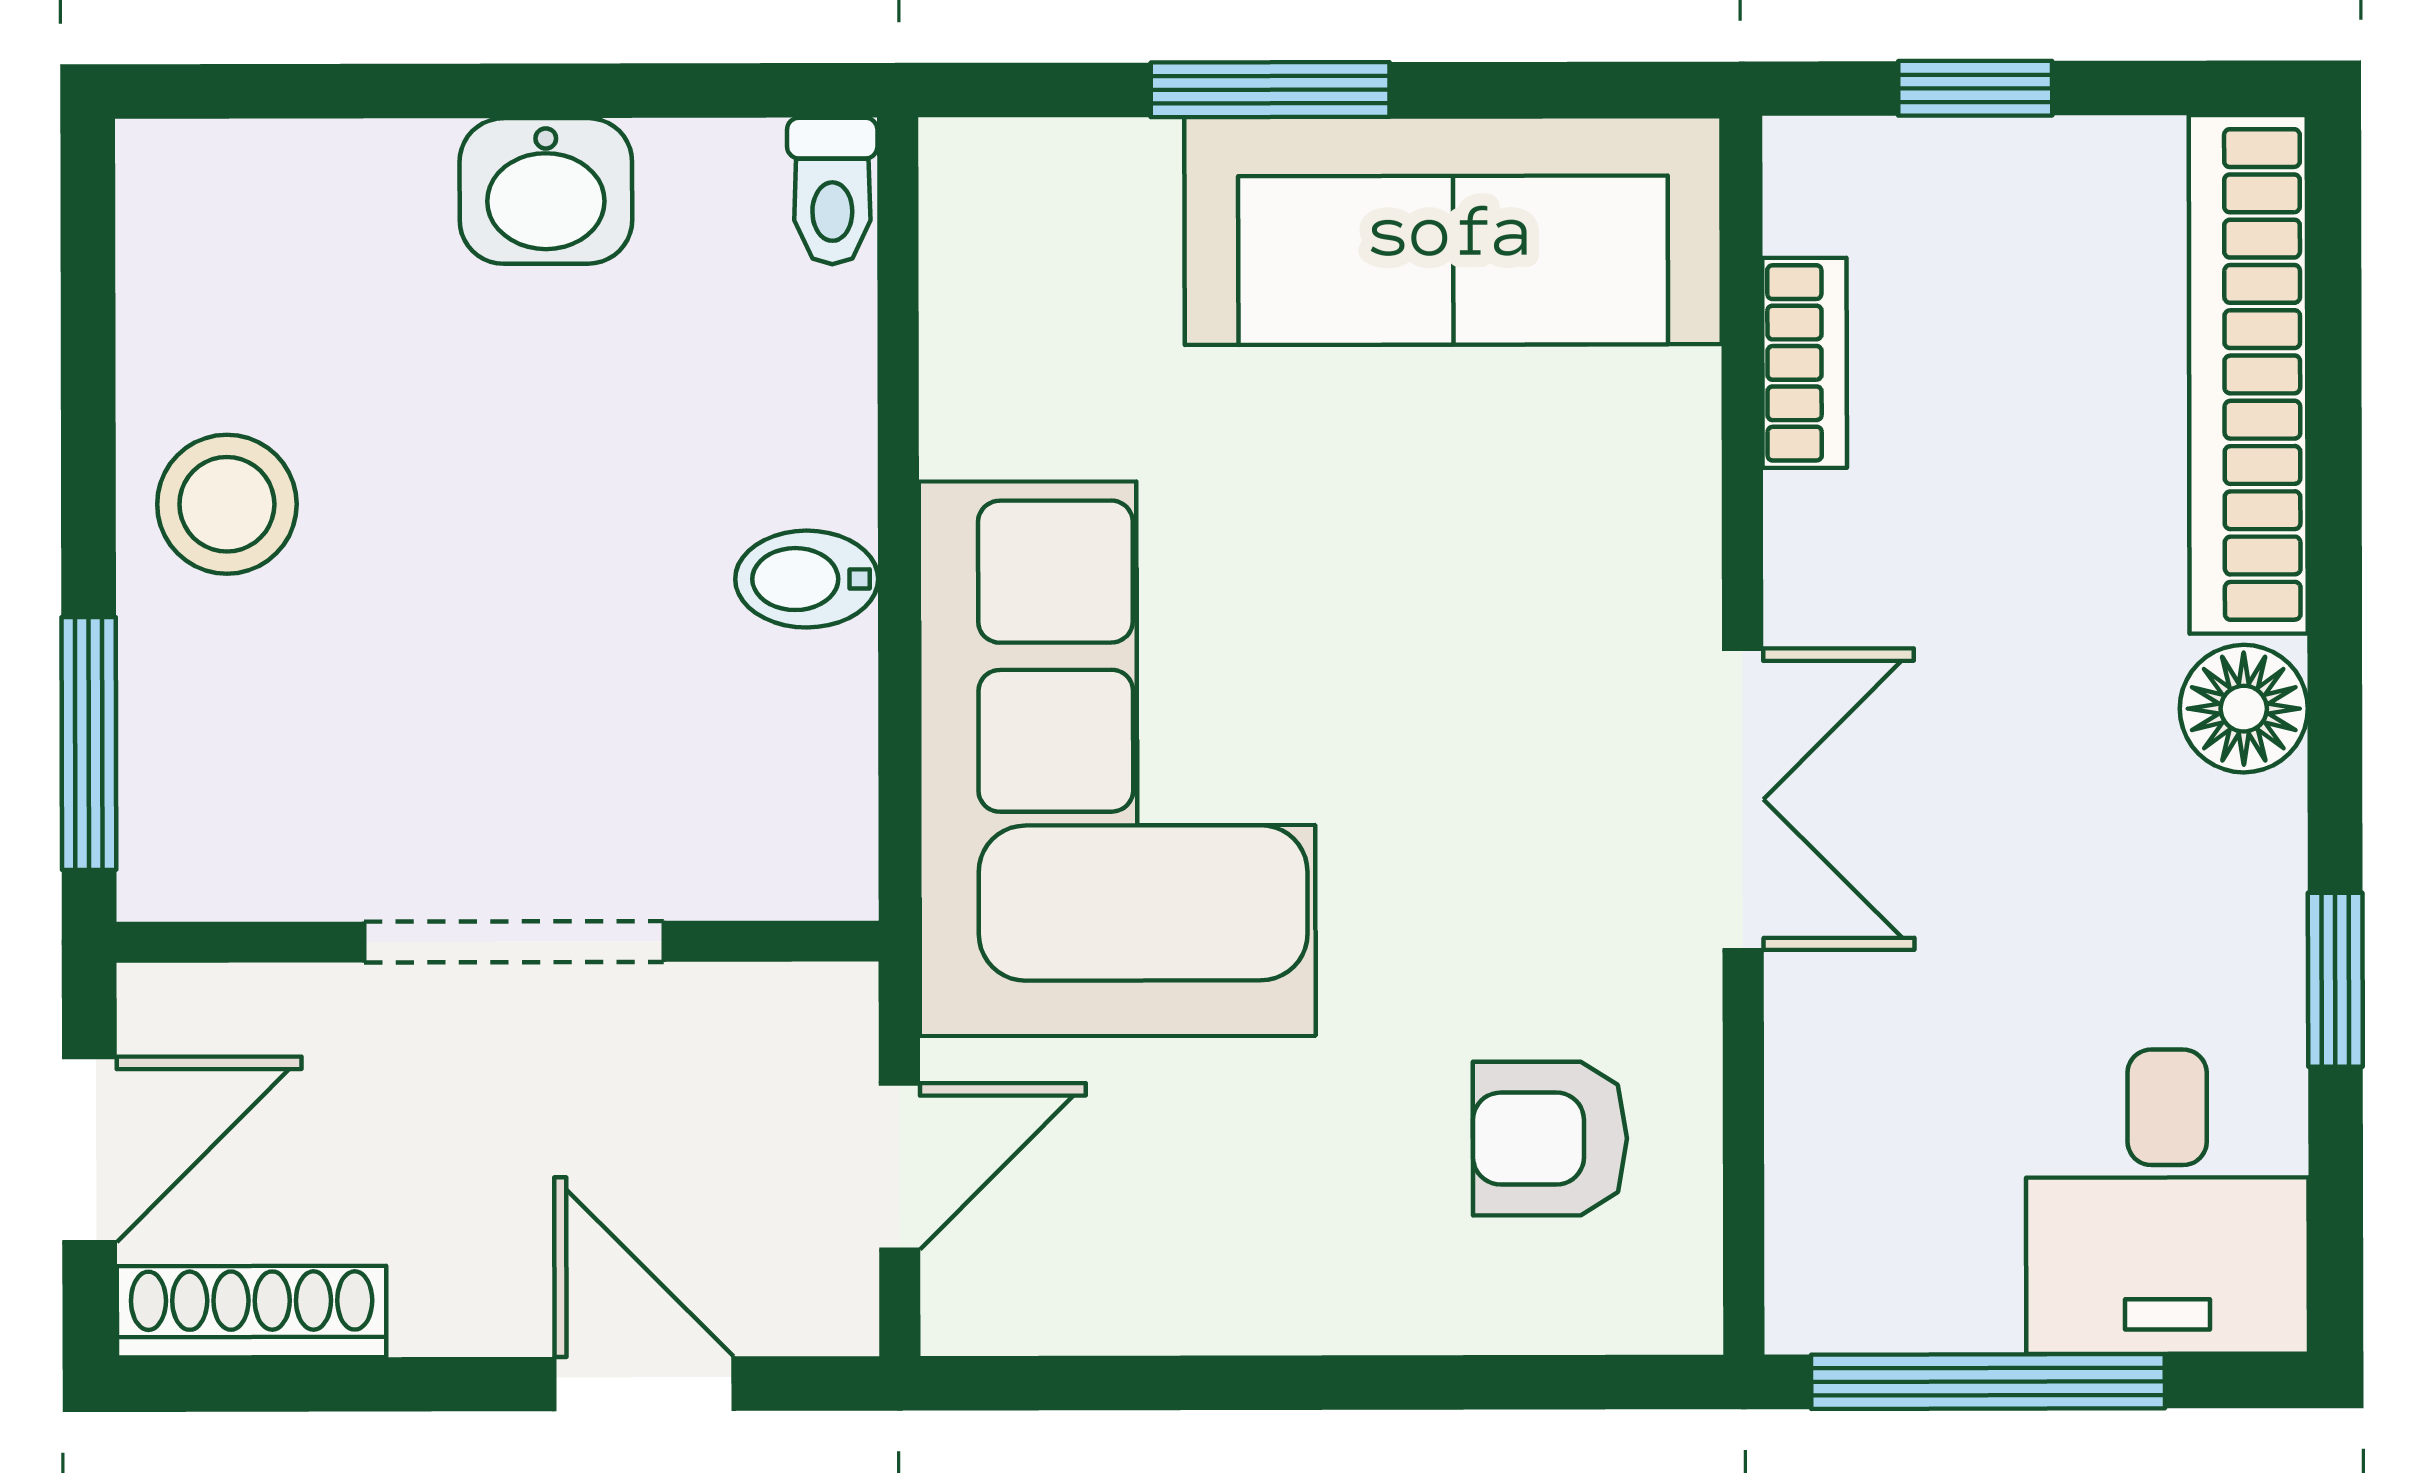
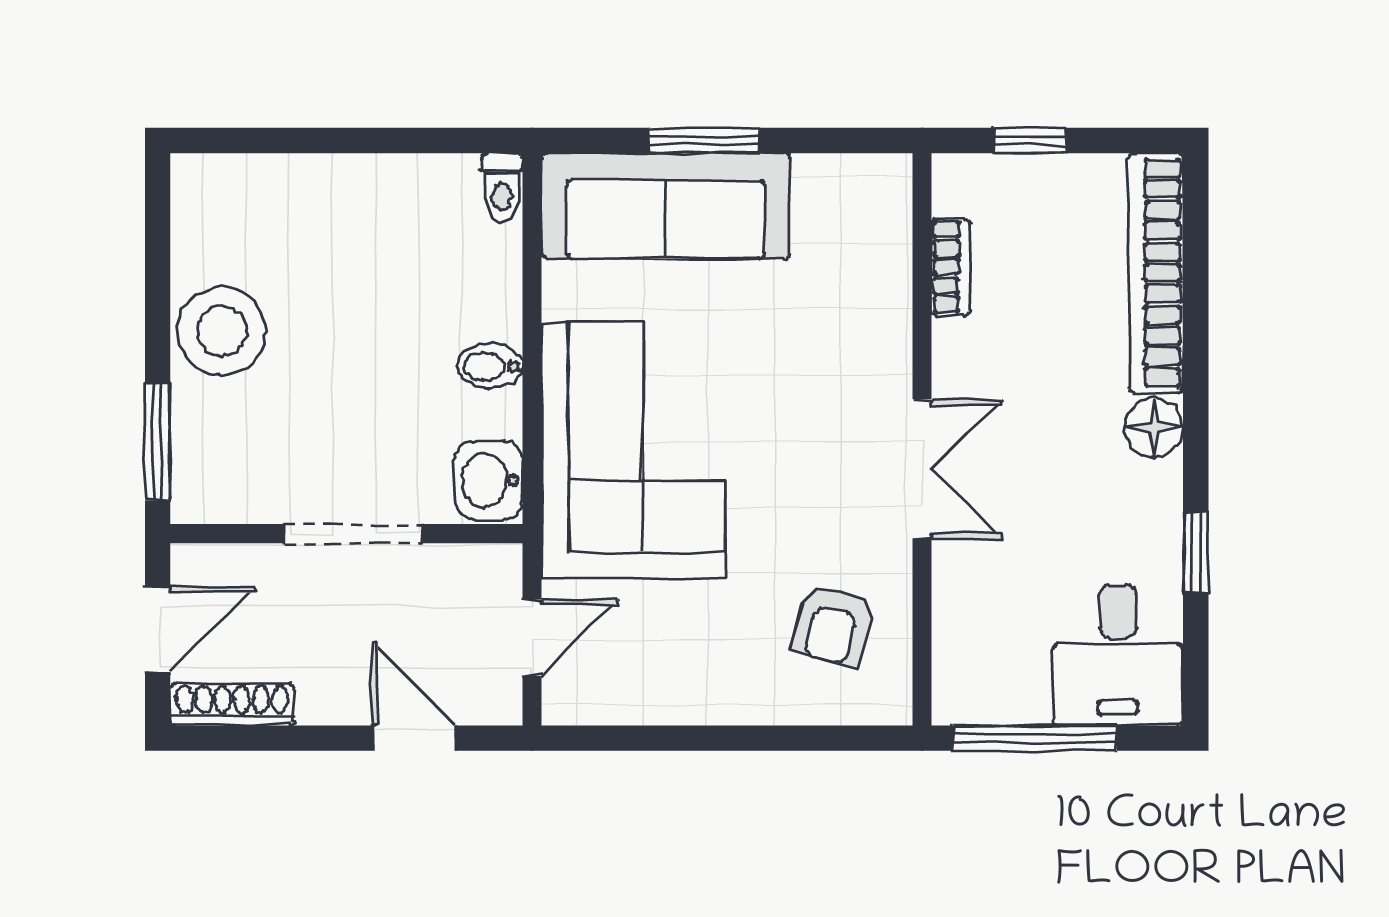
washbasin: (546, 191) -> (489, 480), moved, turned 90
sofa: (1453, 231) -> (665, 206), moved
stool: (227, 504) -> (222, 331), width x1.38, depth x1.38
armchair: (1550, 1138) -> (833, 625), turned -76

